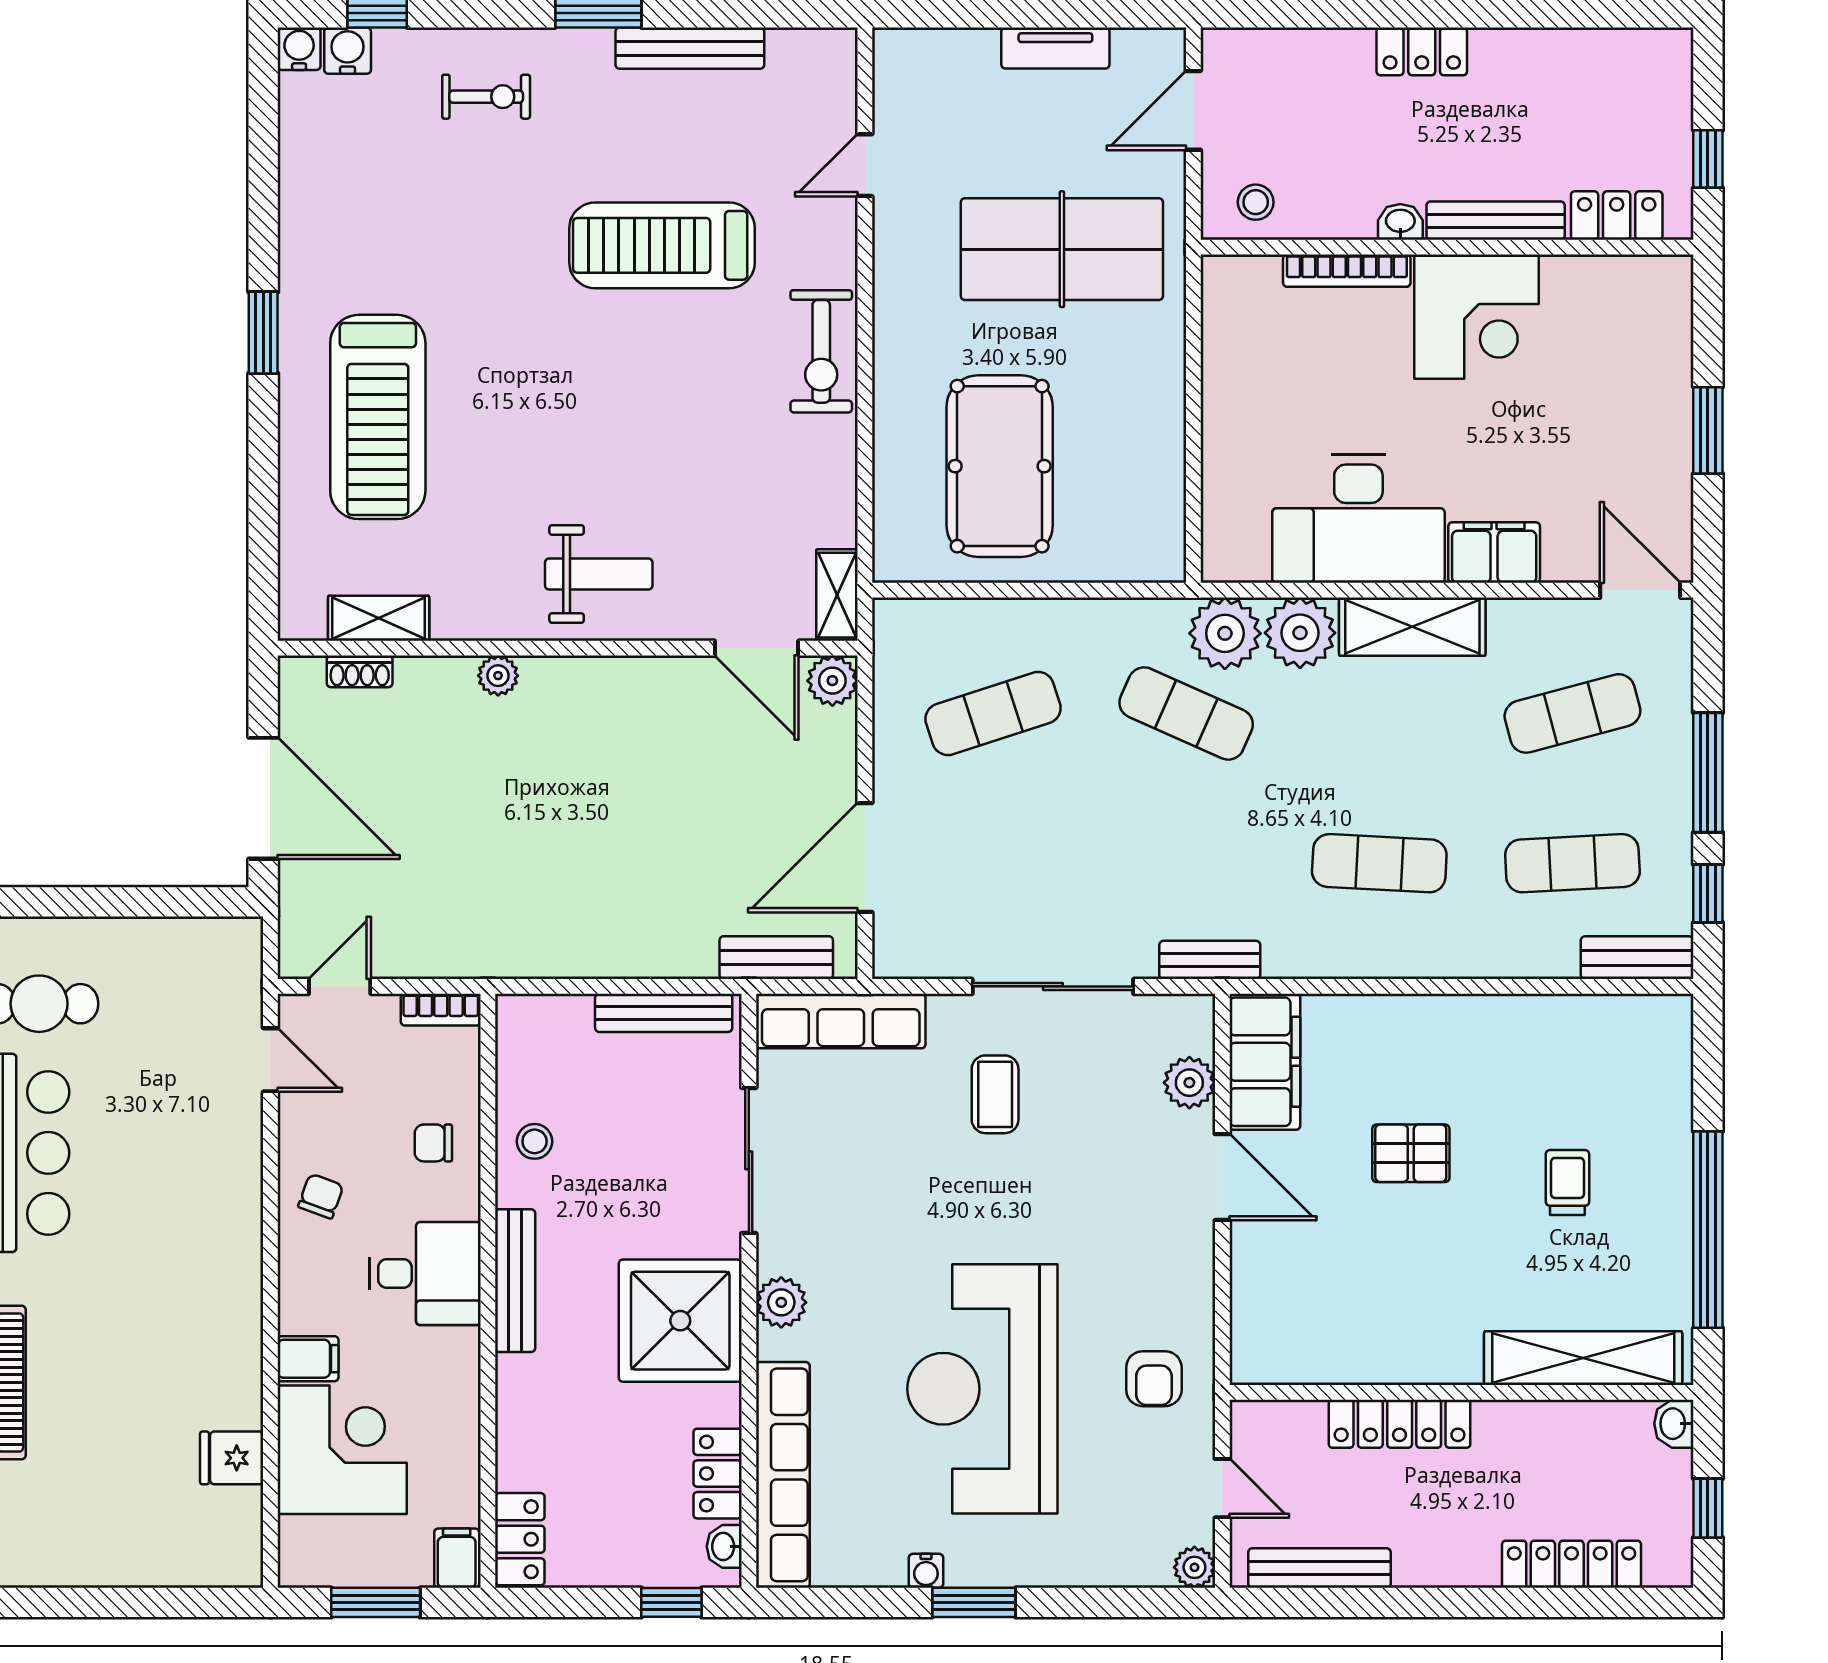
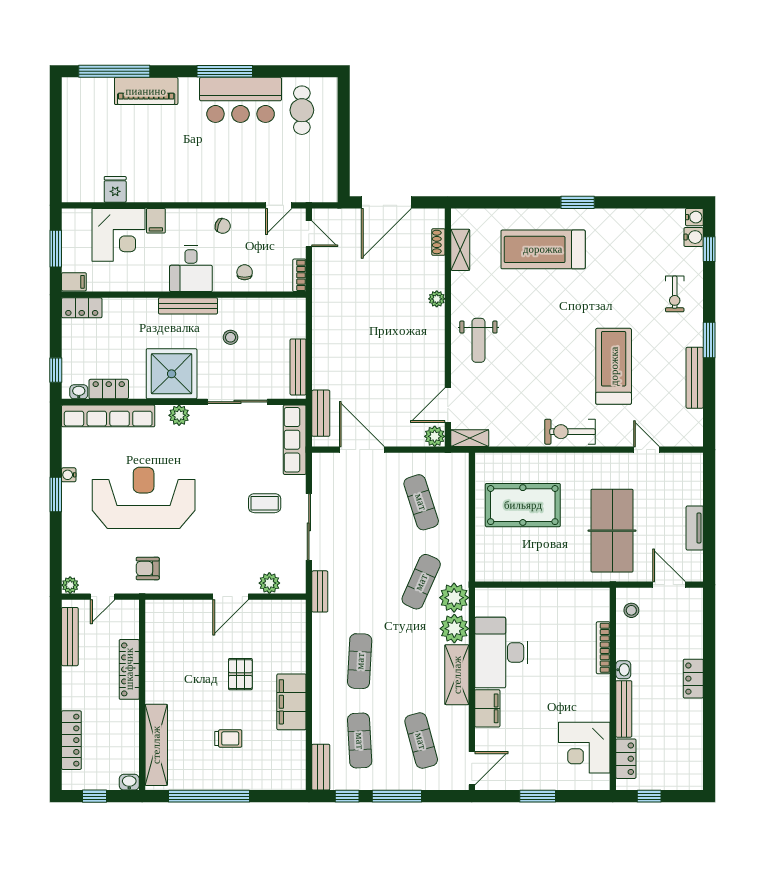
corner desk: (1476, 317) -> (584, 748), moved
filing cabinet: (1265, 1062) -> (291, 702), moved, turned 90
stool: (535, 1141) -> (230, 337), moved

